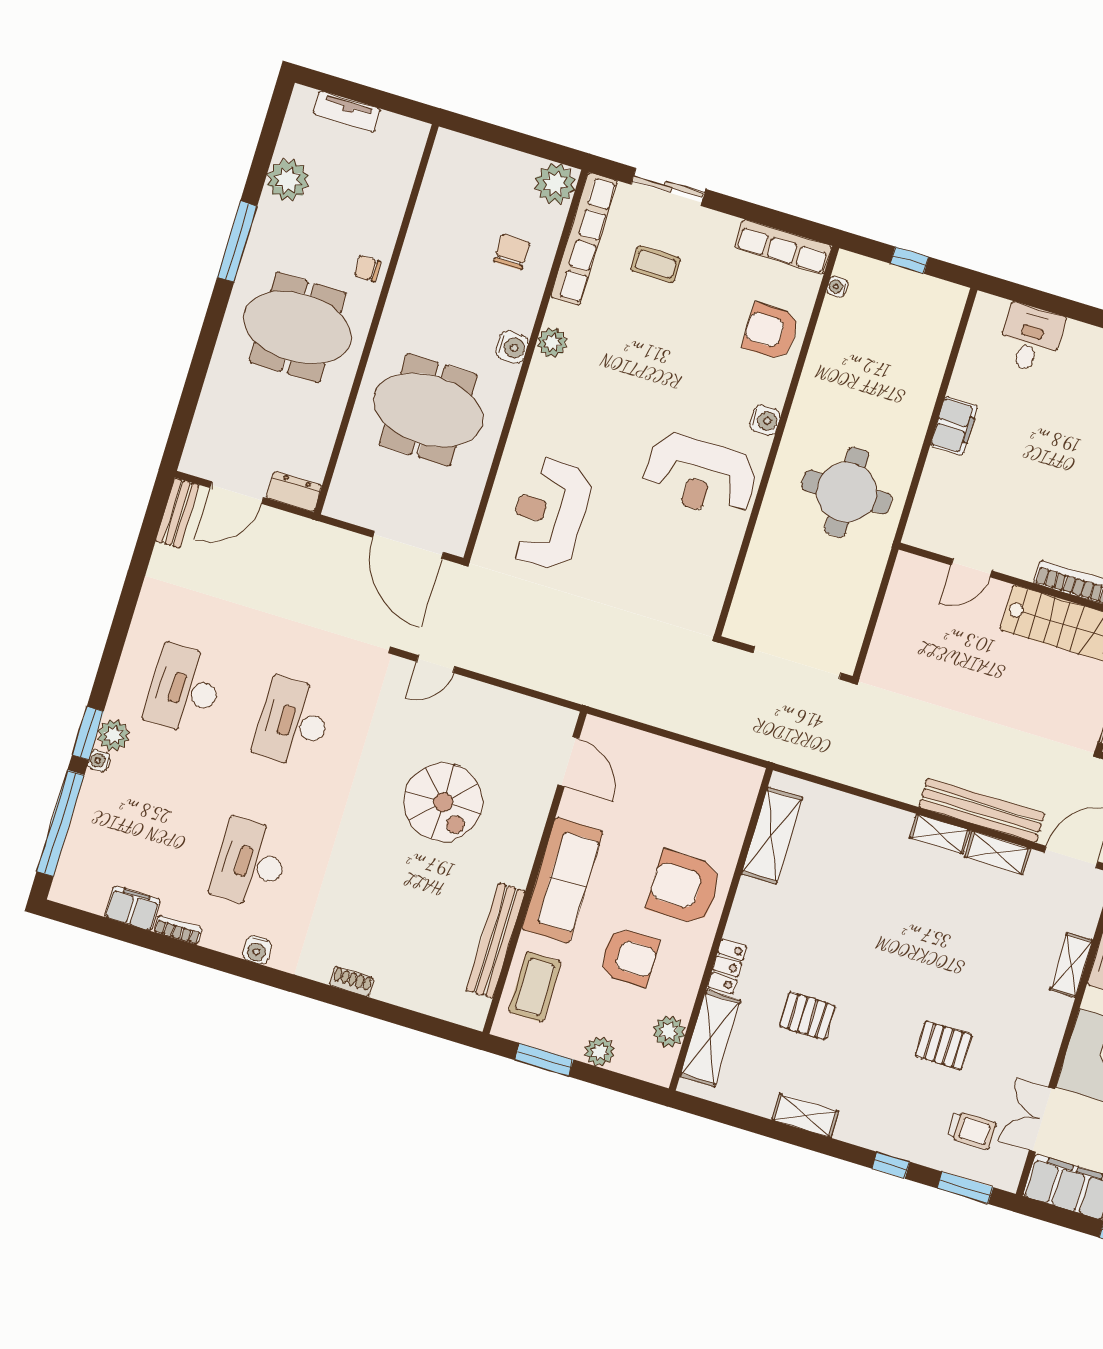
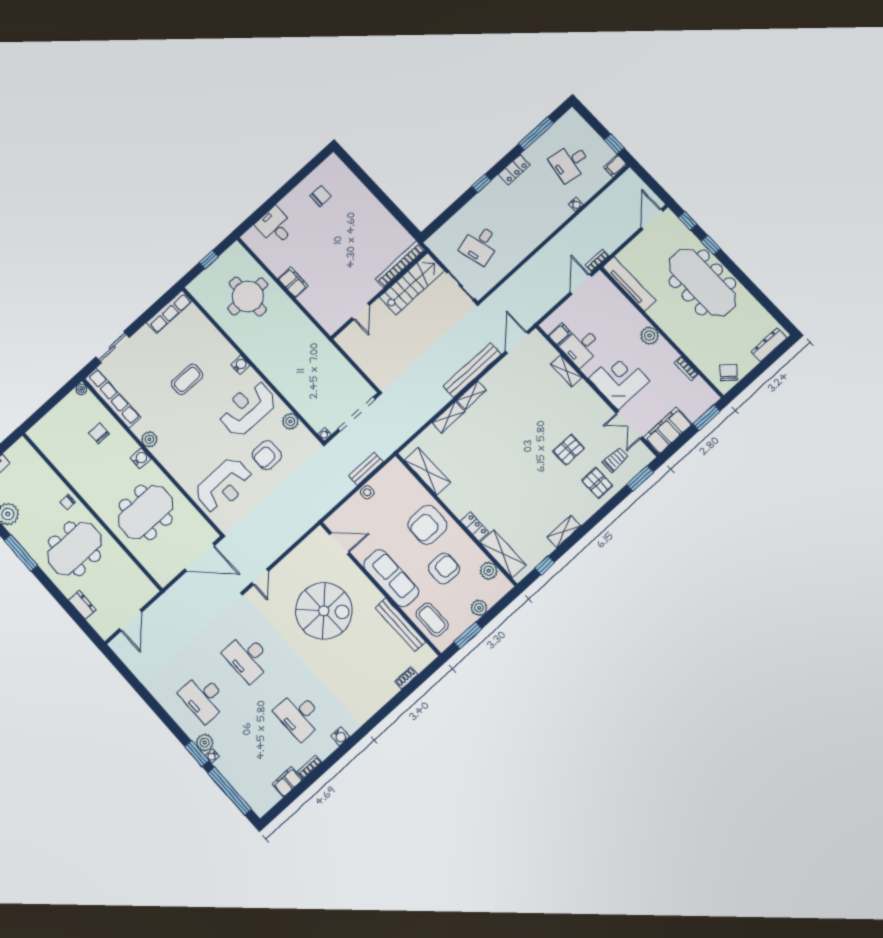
plant: (555, 184) -> (81, 389), width x0.53, depth x0.53
coffee table: (656, 264) -> (187, 379), moved, width x1.36, depth x1.30
water cooler: (837, 287) -> (325, 434), moved
armchair: (771, 331) -> (267, 455), moved
reception desk: (701, 475) -> (247, 408), turned 180
dresser: (294, 492) -> (82, 605), moved, turned 90
round table: (847, 492) -> (248, 296), moved
bench: (177, 513) -> (366, 469), moved, turned 90
reception desk: (550, 513) -> (224, 485), turned -90
plant: (721, 560) -> (290, 421), added
side table: (679, 757) -> (367, 492), added
spiral stairs: (443, 802) -> (324, 611), width x1.37, depth x1.37
shelving: (997, 853) -> (448, 417), moved
shoe rack: (352, 982) -> (406, 678), moved
pallet: (807, 1016) -> (597, 483), moved, turned 90
window: (891, 1165) -> (545, 565), moved

